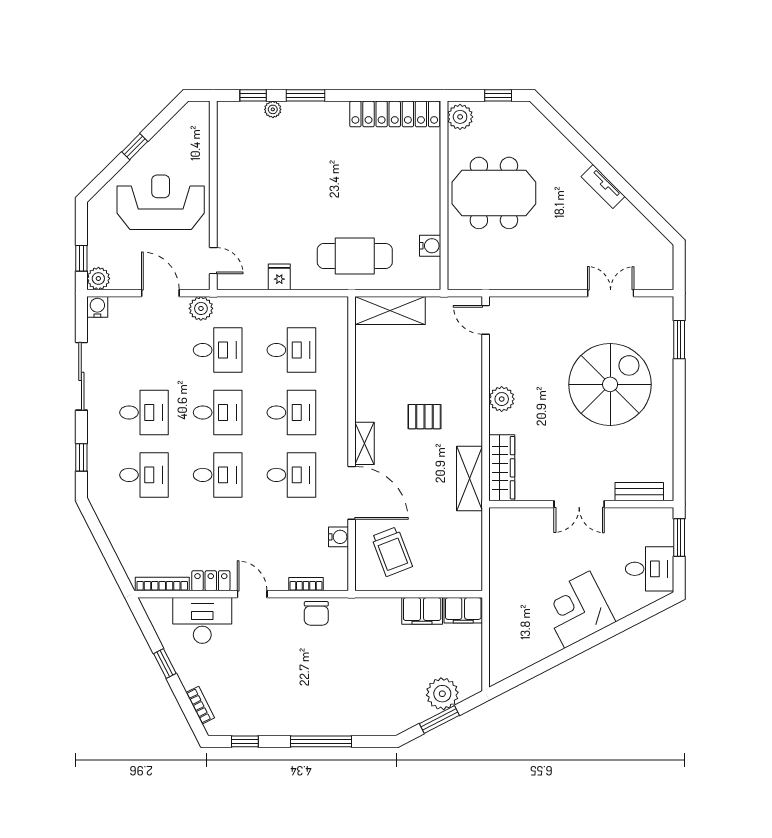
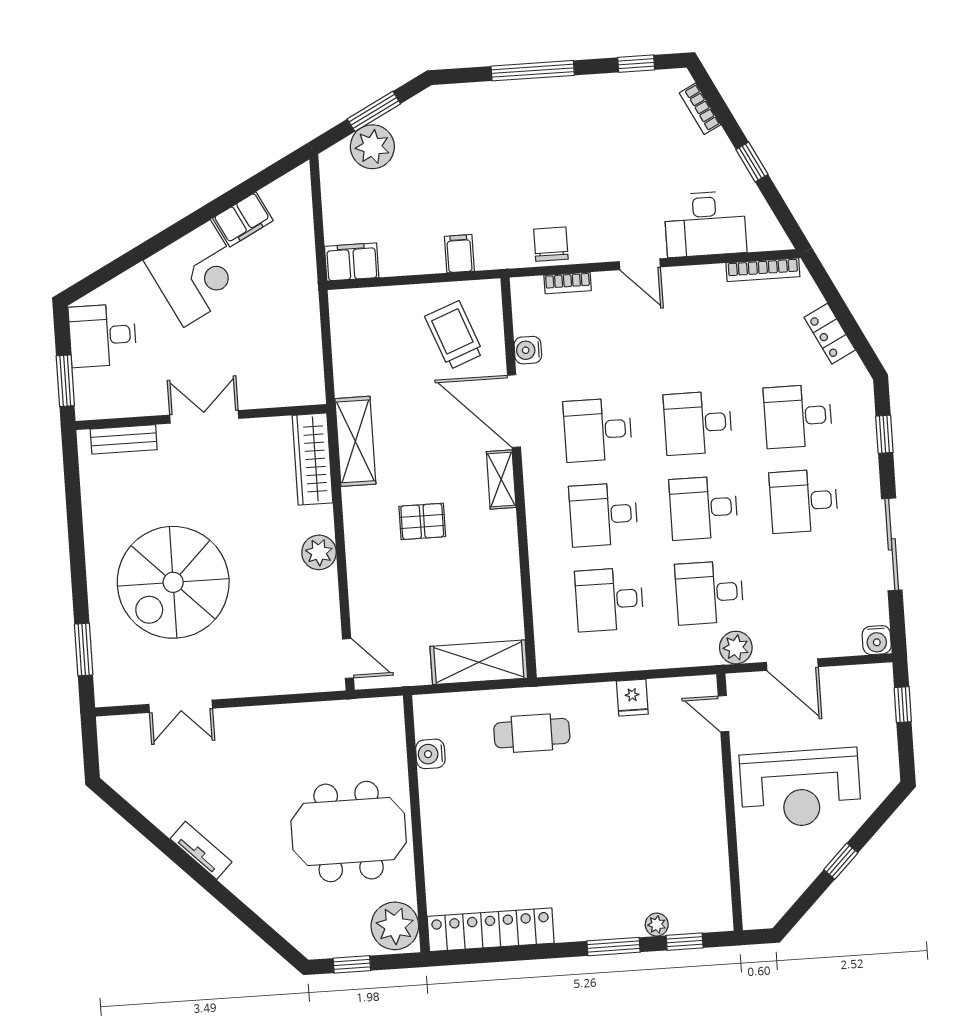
plant: (460, 117) -> (395, 926), width x1.36, depth x1.36
cafe table: (355, 256) -> (532, 733), width x0.73, depth x0.74
plant: (98, 278) -> (878, 679), removed
locker: (211, 581) -> (830, 334), moved, turned 63
filing cabinet: (422, 611) -> (459, 254), moved, width x0.50
filing cabinet: (541, 647) -> (243, 219), added

